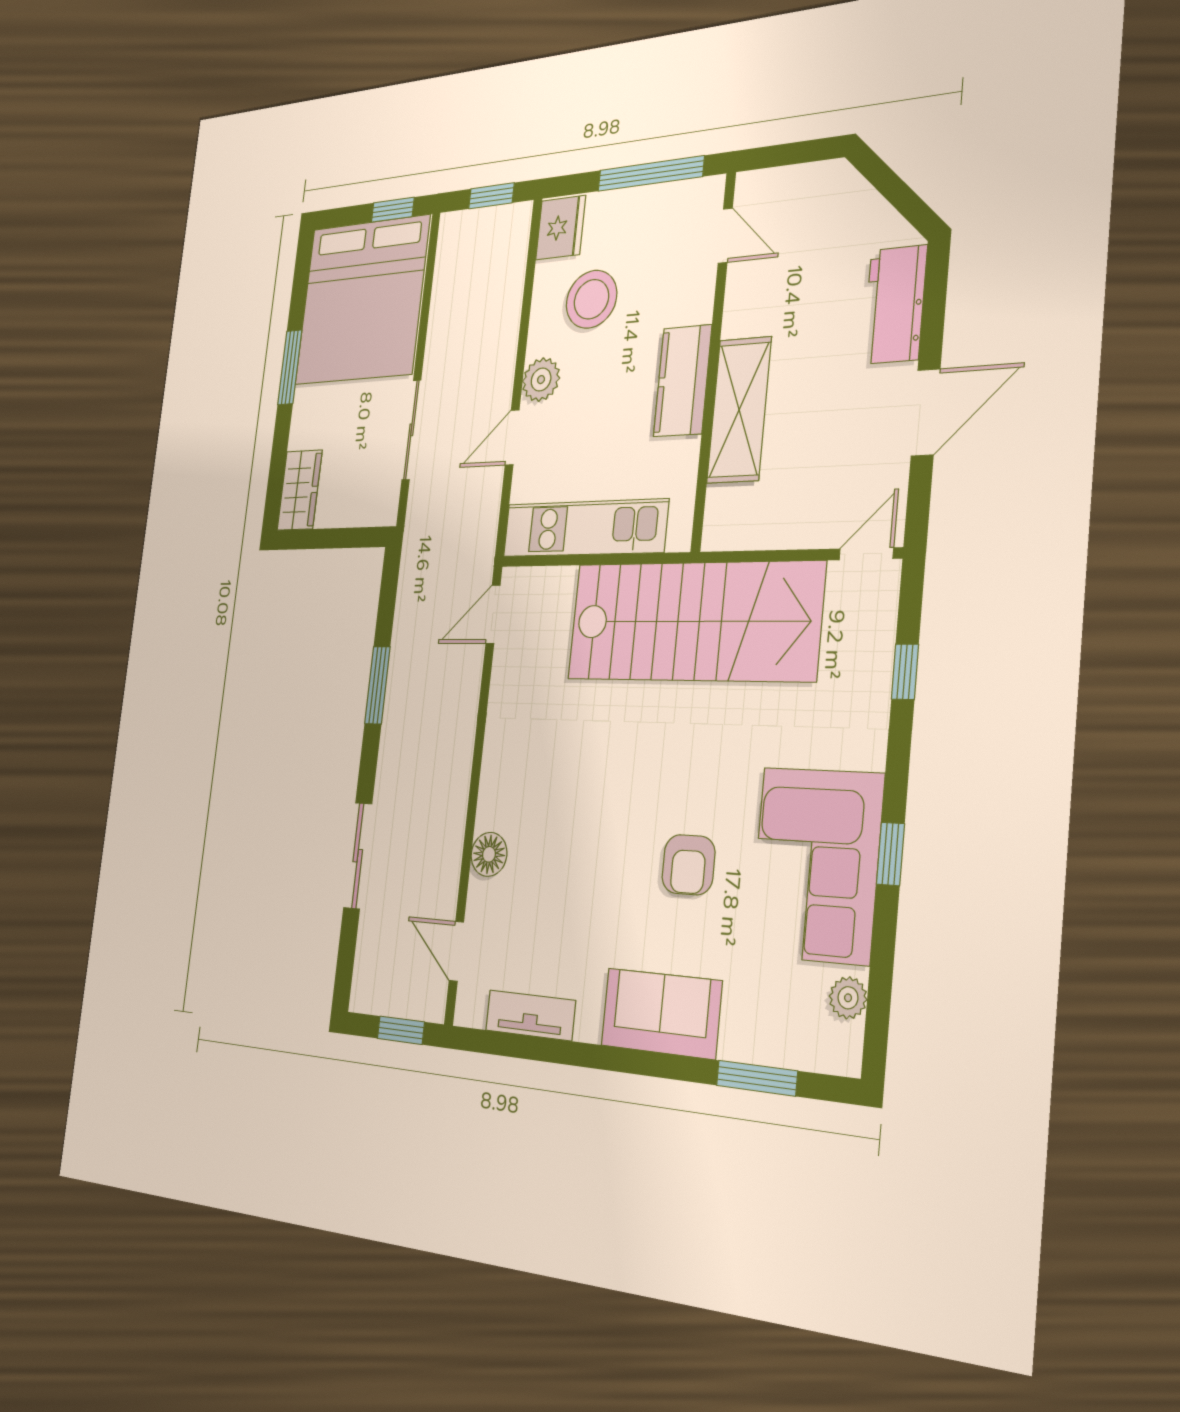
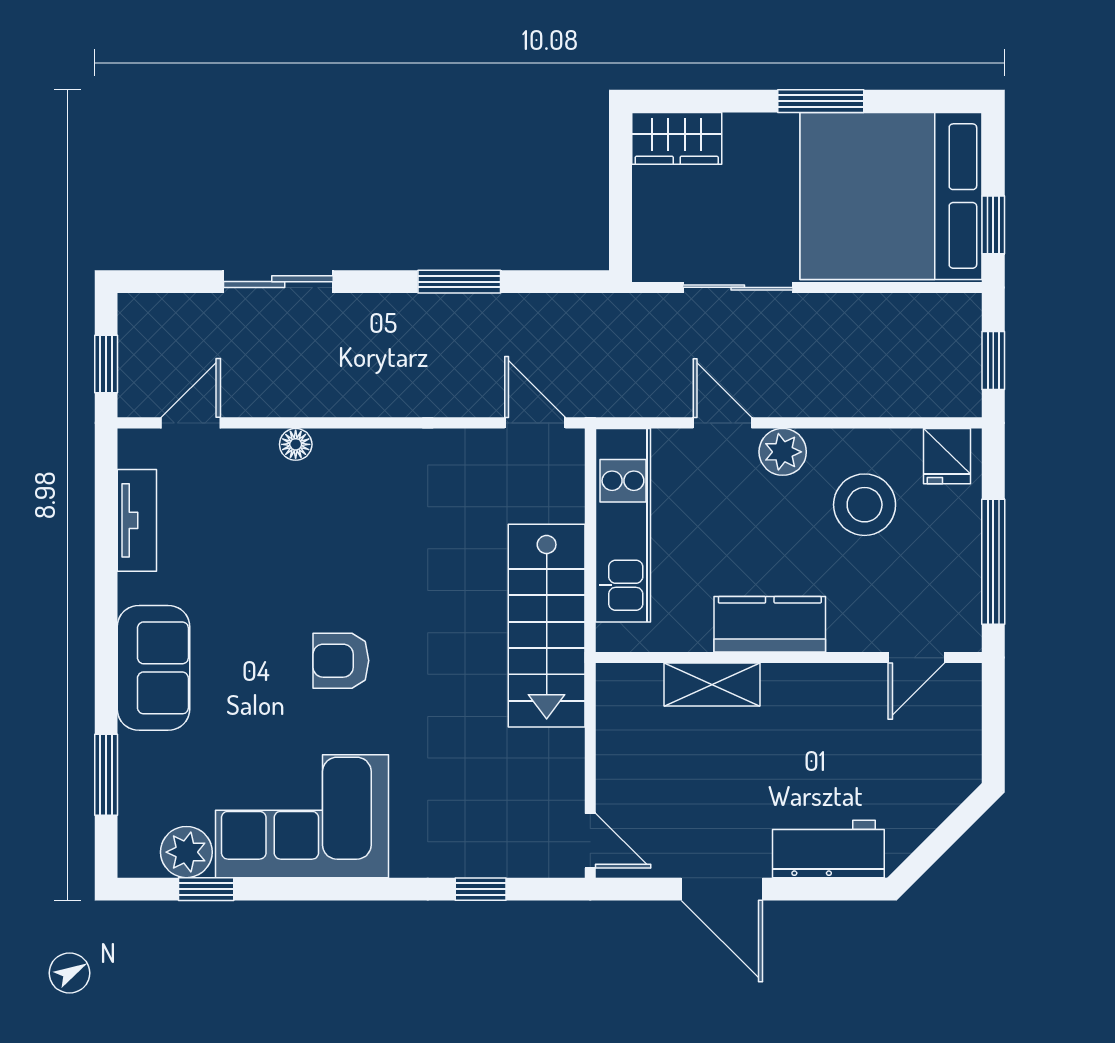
fridge: (561, 228) -> (947, 456), width x0.72
shelving: (739, 410) -> (712, 684), width x0.67, depth x0.75
stairs: (693, 621) -> (547, 626), width x0.73, depth x0.66
floor lamp: (489, 854) -> (296, 444), width x0.73, depth x0.73
window: (890, 854) -> (206, 889), moved
armchair: (688, 865) -> (341, 661), moved
plant: (848, 998) -> (186, 852), width x1.38, depth x1.38

